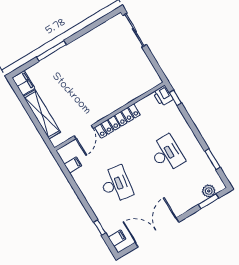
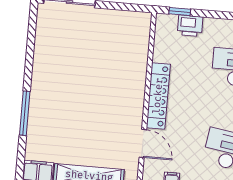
printer: (163, 96) -> (190, 26), moved

